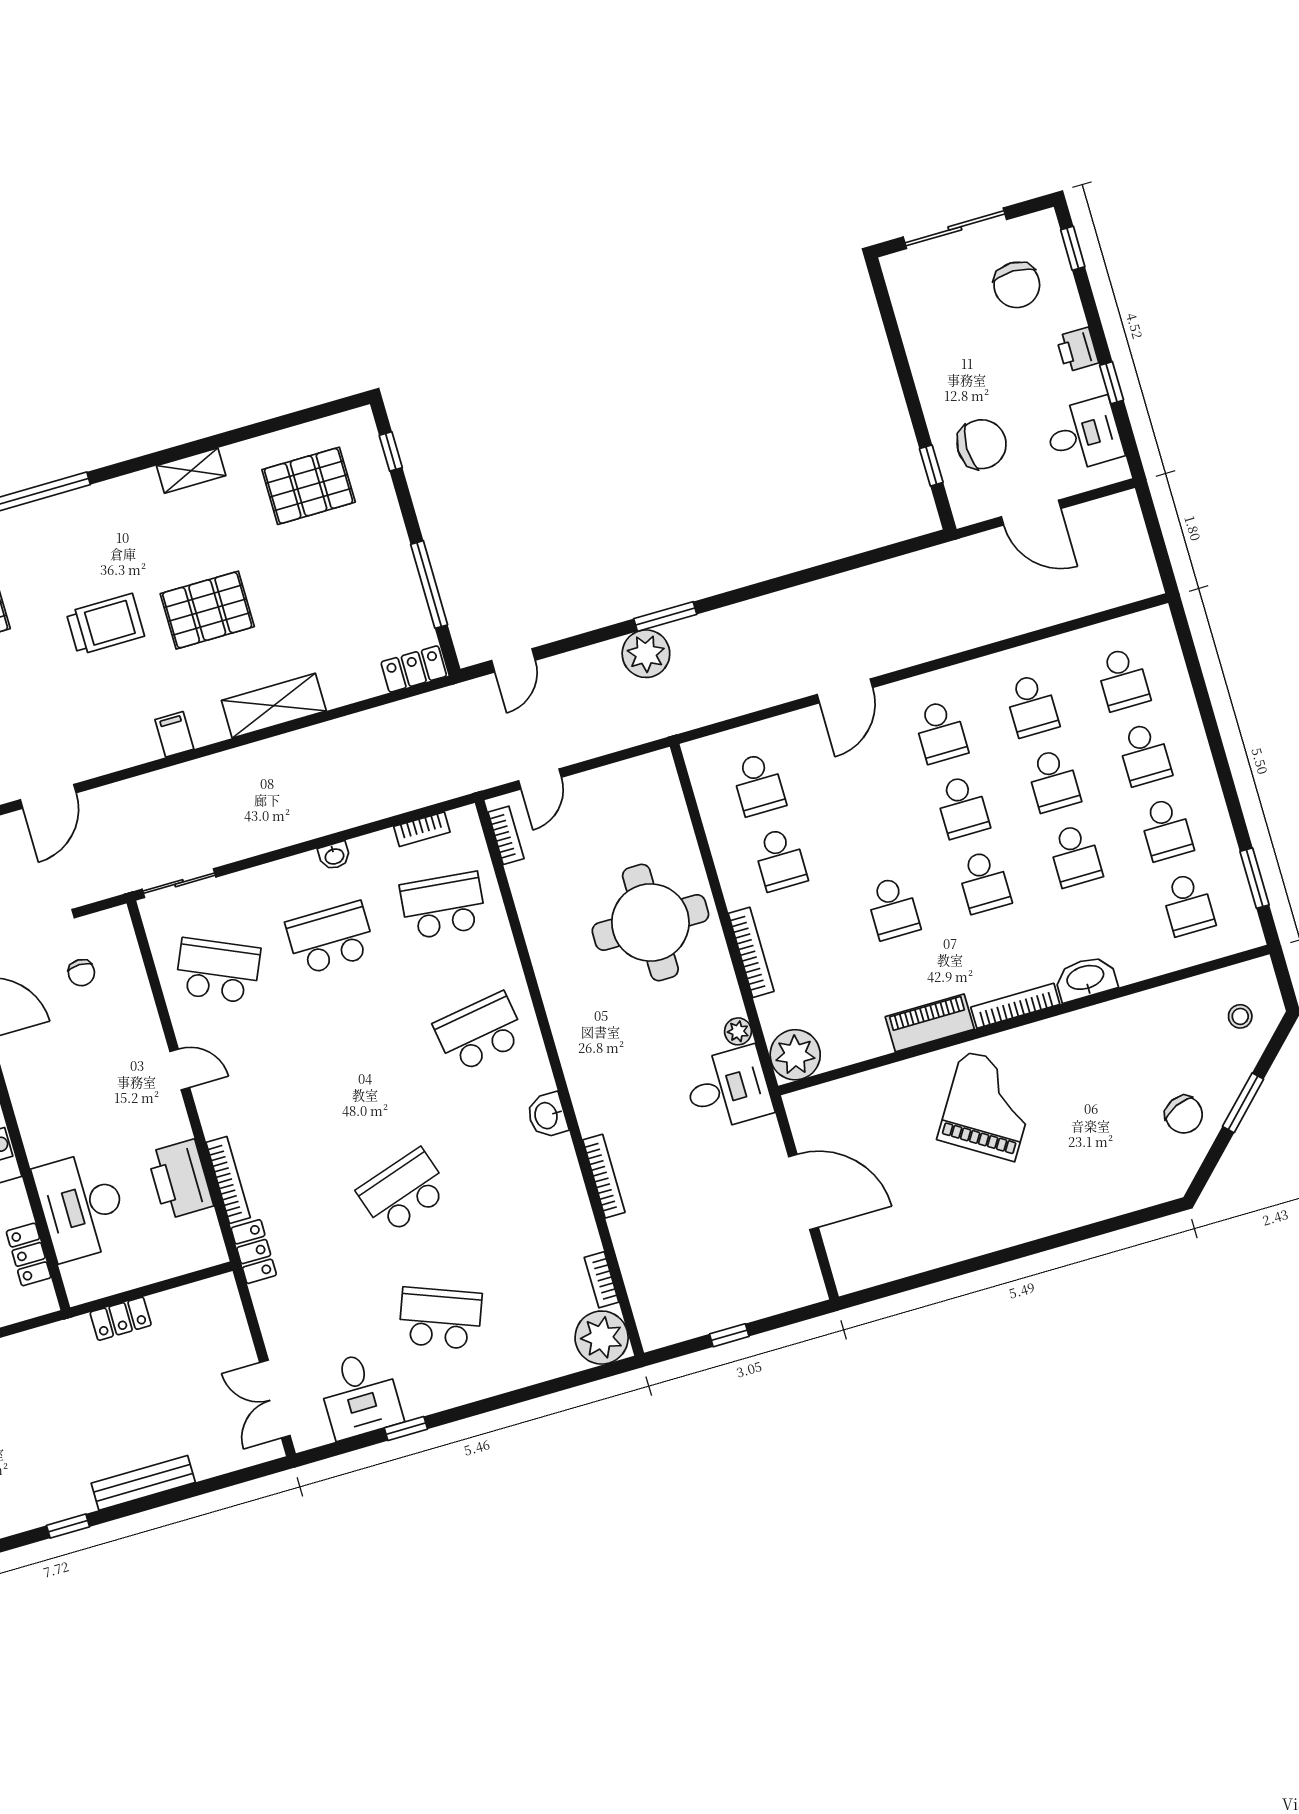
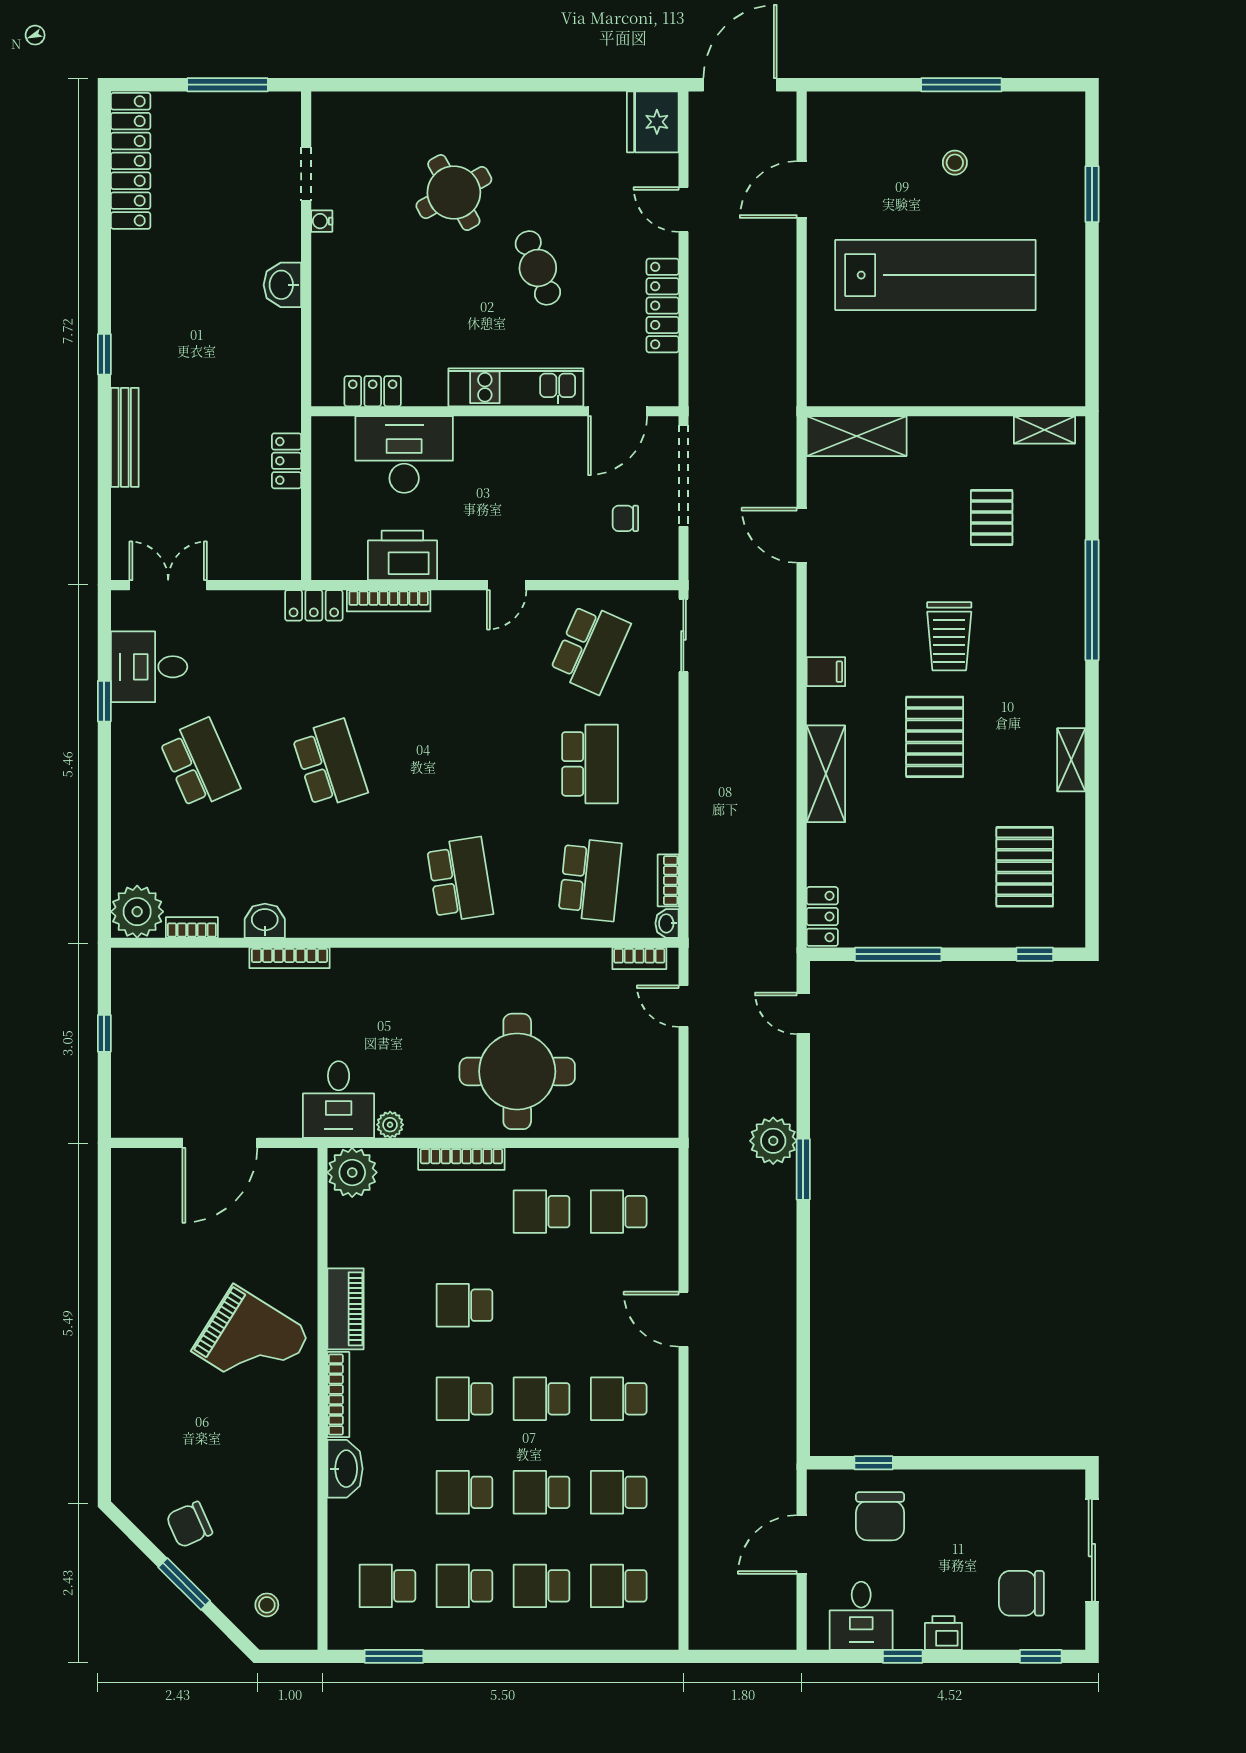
washbasin: (334, 856) -> (667, 923), moved
washbasin: (547, 1115) -> (265, 921), moved
school desk: (440, 1318) -> (200, 764), turned -45

